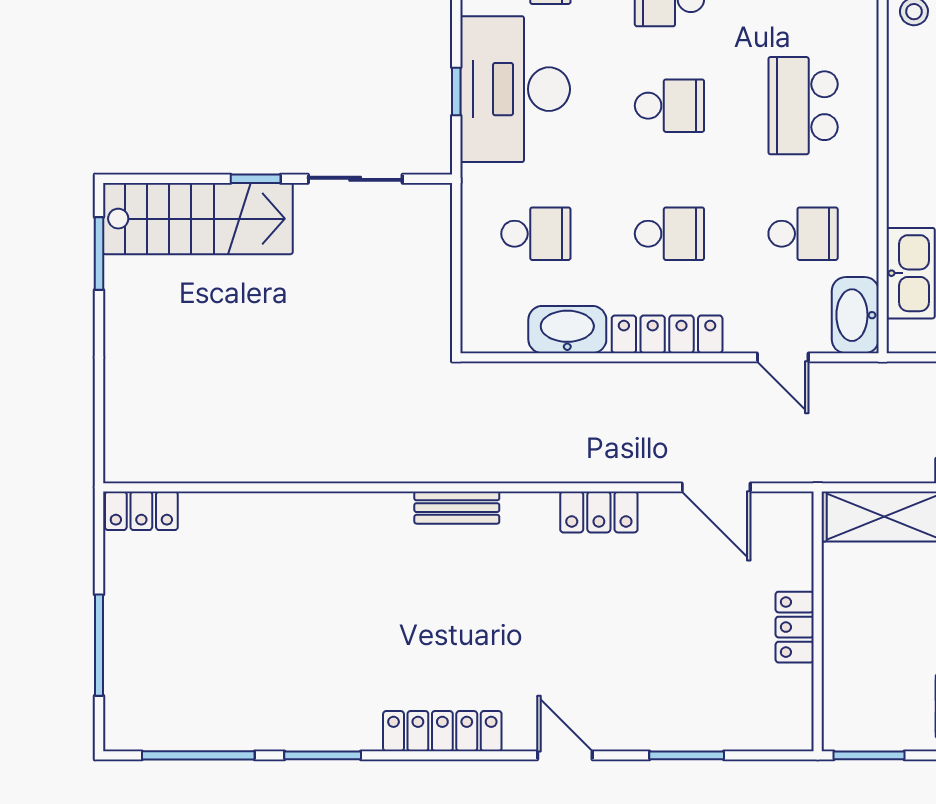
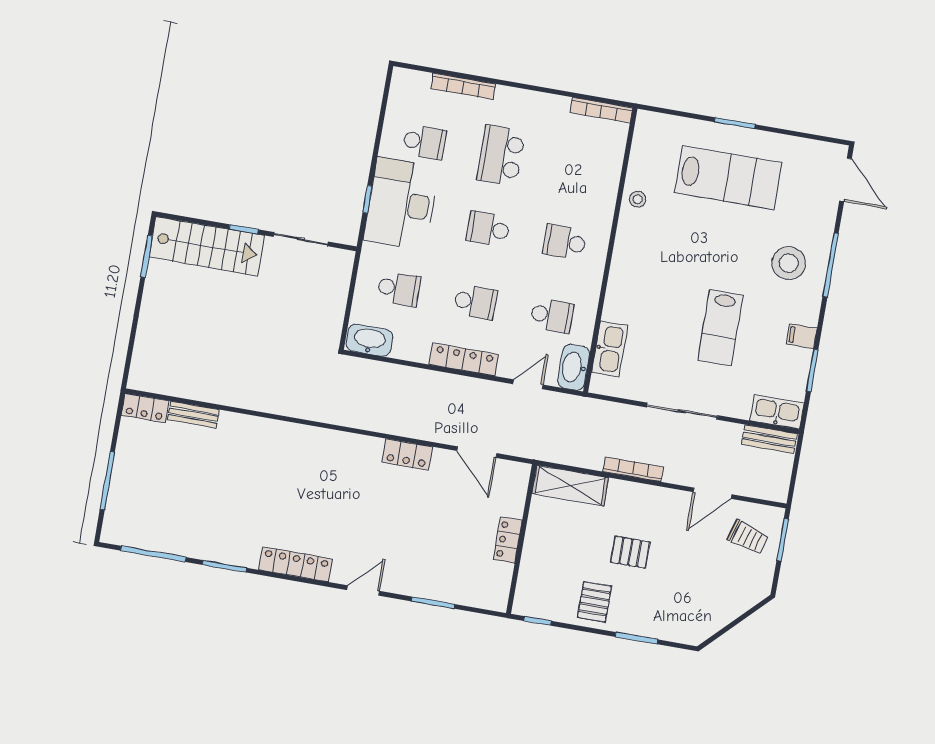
school desk: (669, 106) -> (488, 229), turned 180
school desk: (803, 106) -> (565, 242), width x0.54
washbasin: (567, 330) -> (369, 340), moved
door: (783, 357) -> (528, 384), swing flipped
bench: (457, 508) -> (193, 415), moved
door: (565, 755) -> (363, 590), hinge flipped
window: (869, 755) -> (537, 621), width x0.67

